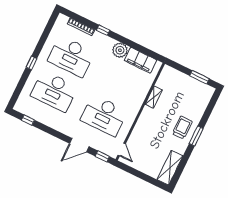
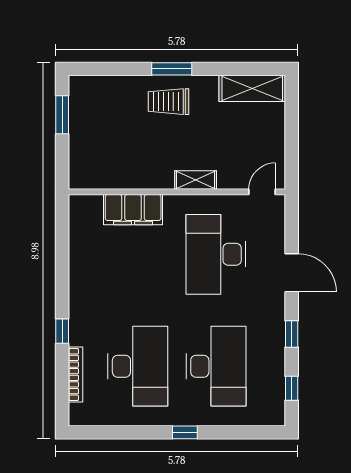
plant: (120, 50) -> (83, 283), removed
filing cabinet: (140, 60) -> (133, 210), moved, turned 90
shelving: (154, 97) -> (196, 180), moved
desk: (104, 115) -> (216, 254), turned 180
window: (102, 156) -> (292, 334), moved

